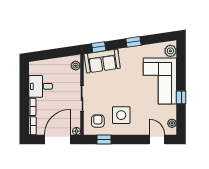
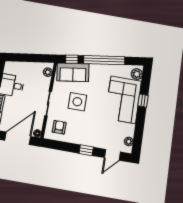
window: (133, 42) -> (104, 60), width x3.17
window: (181, 97) -> (143, 101), moved
side table: (121, 115) -> (77, 102), moved
window: (104, 140) -> (86, 150), moved
door: (157, 140) -> (112, 155), swing flipped

